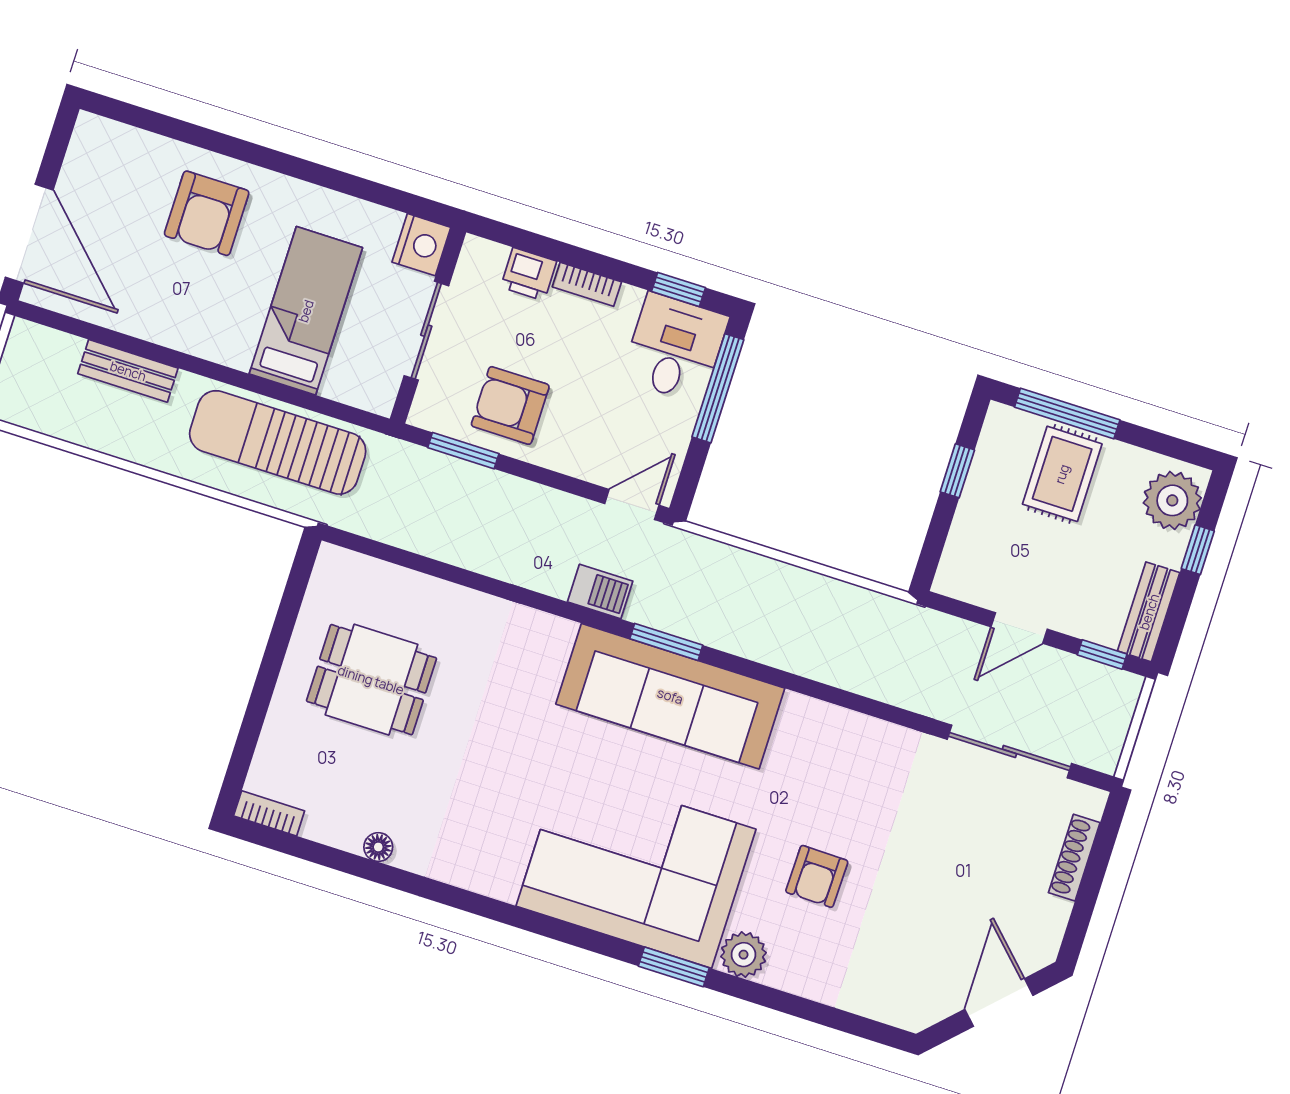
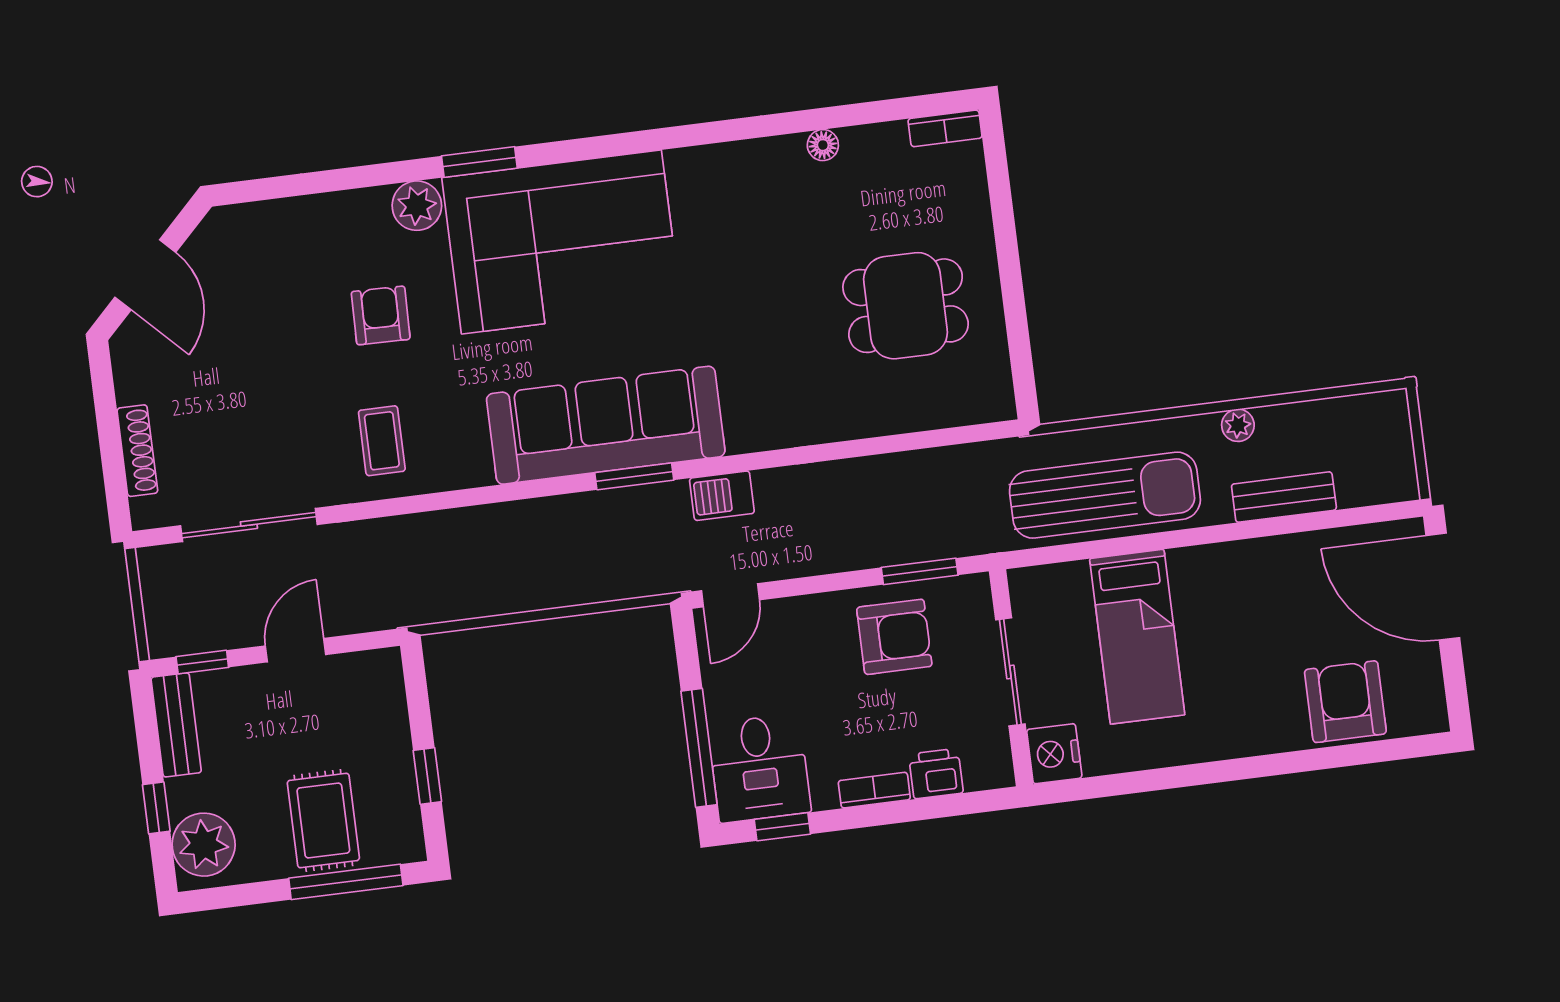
armchair: (207, 213) -> (1345, 702), moved
plant: (139, 449) -> (1238, 425), added
coffee table: (865, 770) -> (382, 441), added

